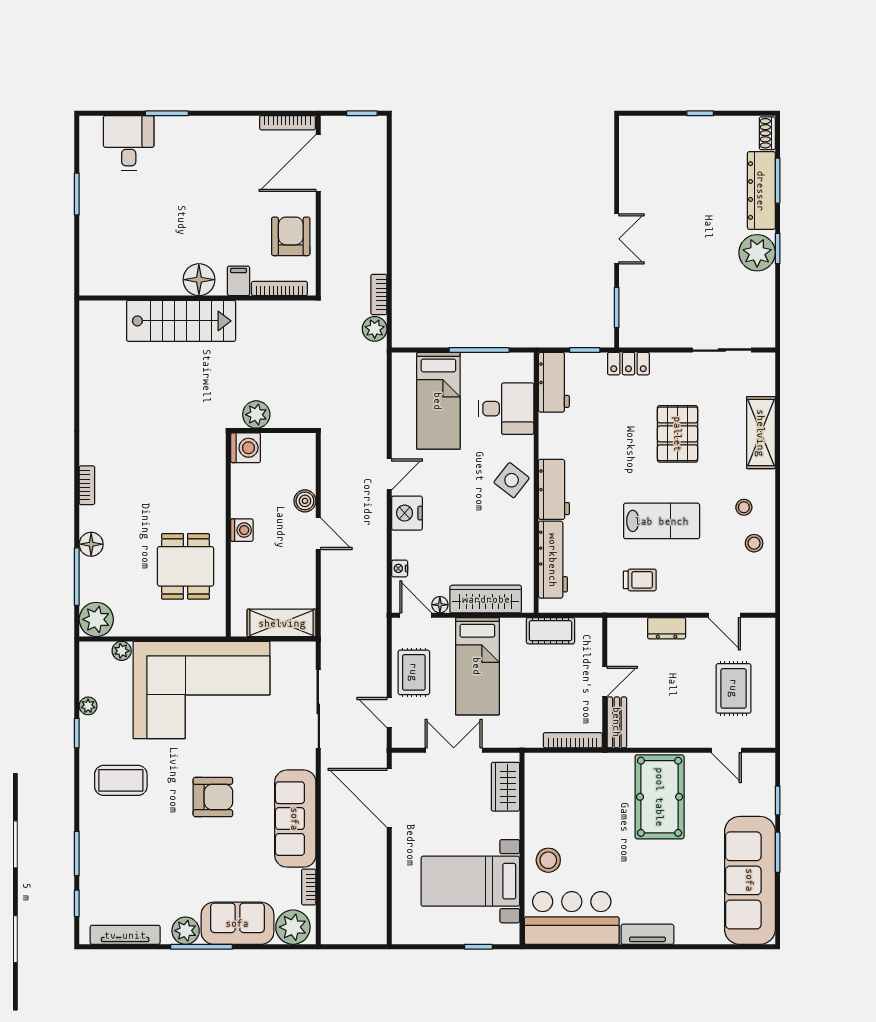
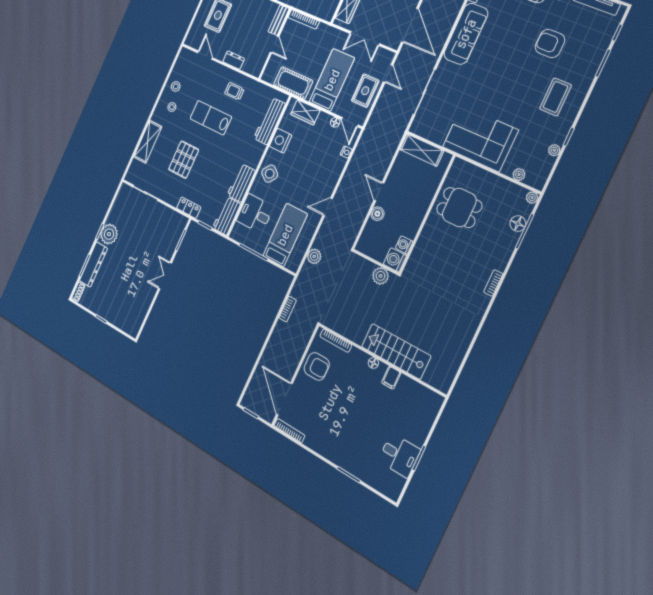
desk: (129, 143) -> (399, 455), moved, turned -90
door: (318, 163) -> (284, 399), swing flipped
armchair: (291, 236) -> (317, 366), turned -90
floor lamp: (199, 280) -> (373, 363), width x0.53, depth x0.53
filing cabinet: (239, 281) -> (391, 378), moved
plant: (375, 329) -> (314, 256), moved
workbench: (554, 489) -> (241, 183), moved
nightstand: (407, 513) -> (280, 141), moved, turned 180
washing machine: (242, 530) -> (404, 245), moved
floor lamp: (91, 544) -> (518, 224), moved
dining table: (186, 566) -> (459, 208), turned 90
wardrobe: (486, 599) -> (305, 112), width x0.67
plant: (96, 619) -> (532, 198), width x0.53, depth x0.53
cot: (551, 631) -> (293, 83), width x1.37, depth x1.34
door: (605, 681) -> (274, 45), swing flipped
corner sofa: (201, 690) -> (480, 138), width x0.73, depth x0.74
coffee table: (121, 780) -> (556, 97), turned 90
armchair: (213, 797) -> (550, 44), moved

